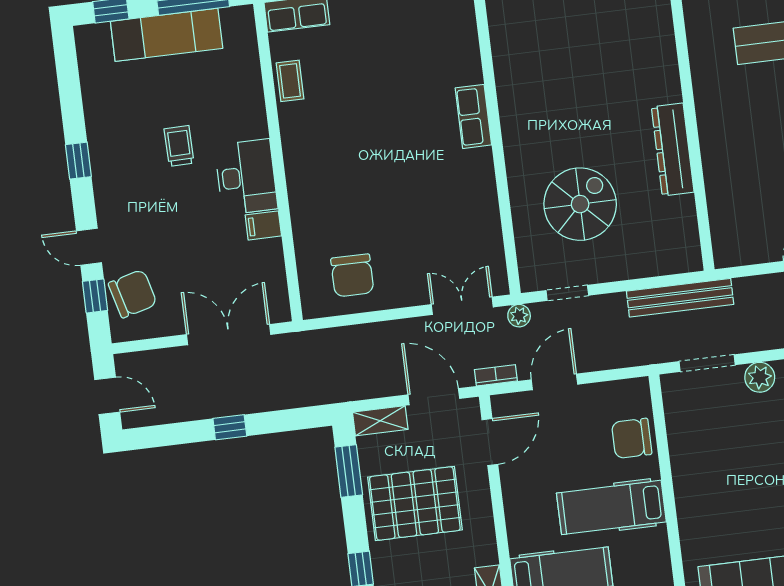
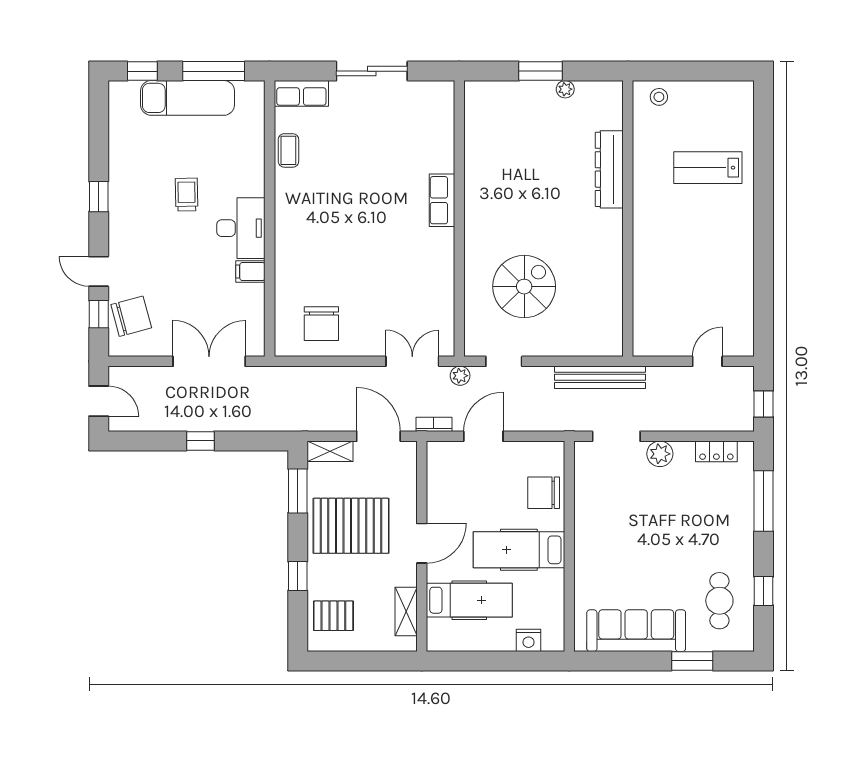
dresser: (673, 150) -> (609, 169), moved
door: (490, 442) -> (422, 543), moved

